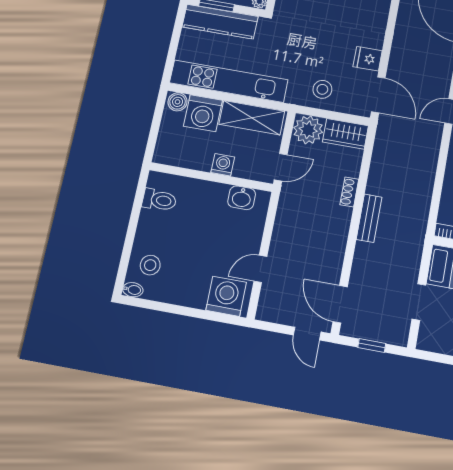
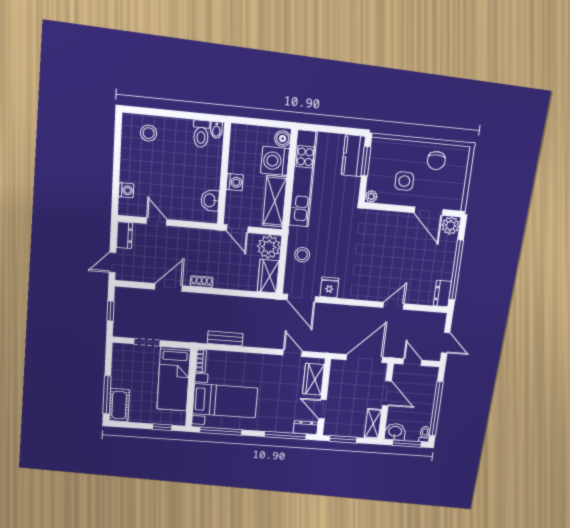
kitchen counter: (220, 22) -> (353, 156), width x0.67
door: (378, 95) -> (301, 298), hinge flipped
shoe rack: (349, 192) -> (202, 282), moved
bench: (369, 218) -> (225, 338), moved
bidet: (133, 290) -> (216, 130), moved
washing machine: (226, 296) -> (126, 190), width x0.53, depth x0.53
door: (340, 304) -> (169, 287), moved
dresser: (273, 313) -> (124, 235), added

